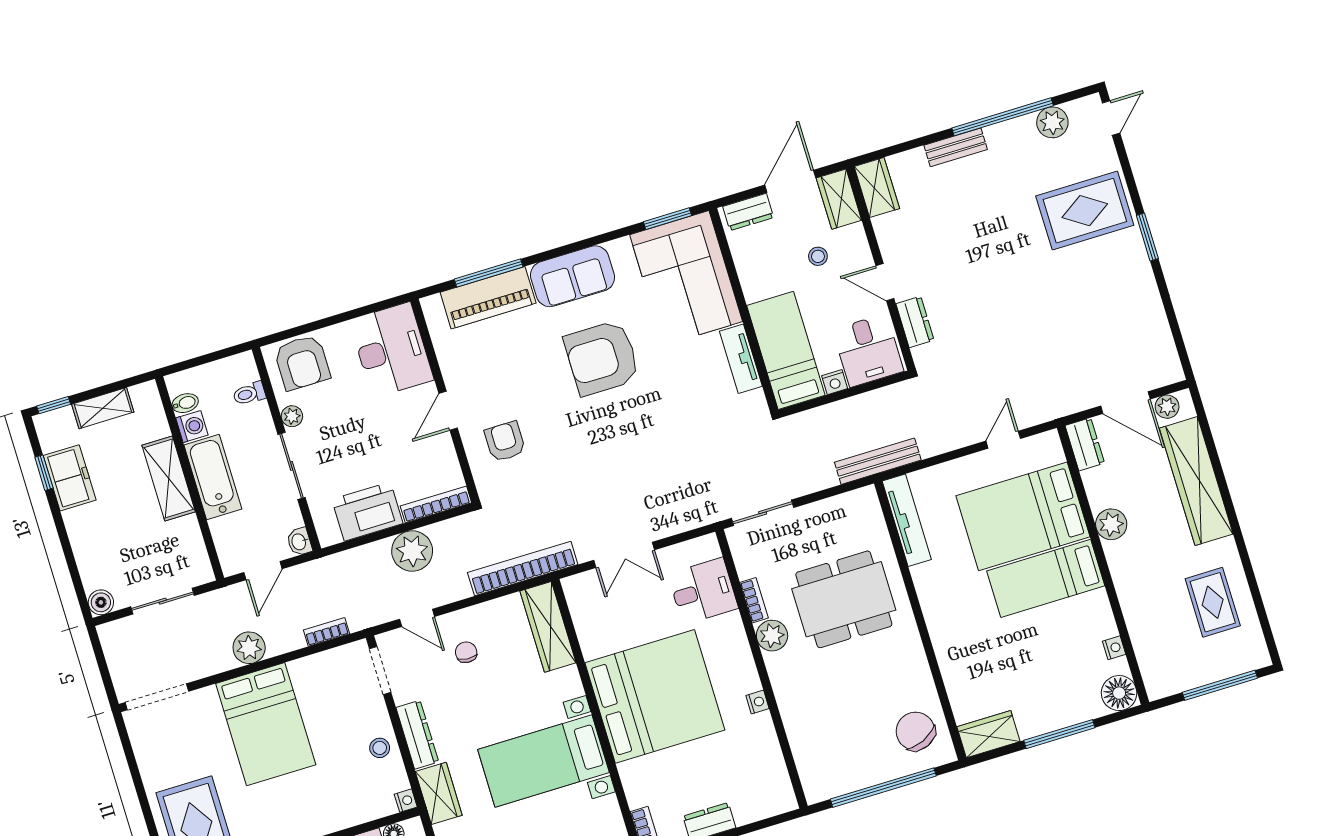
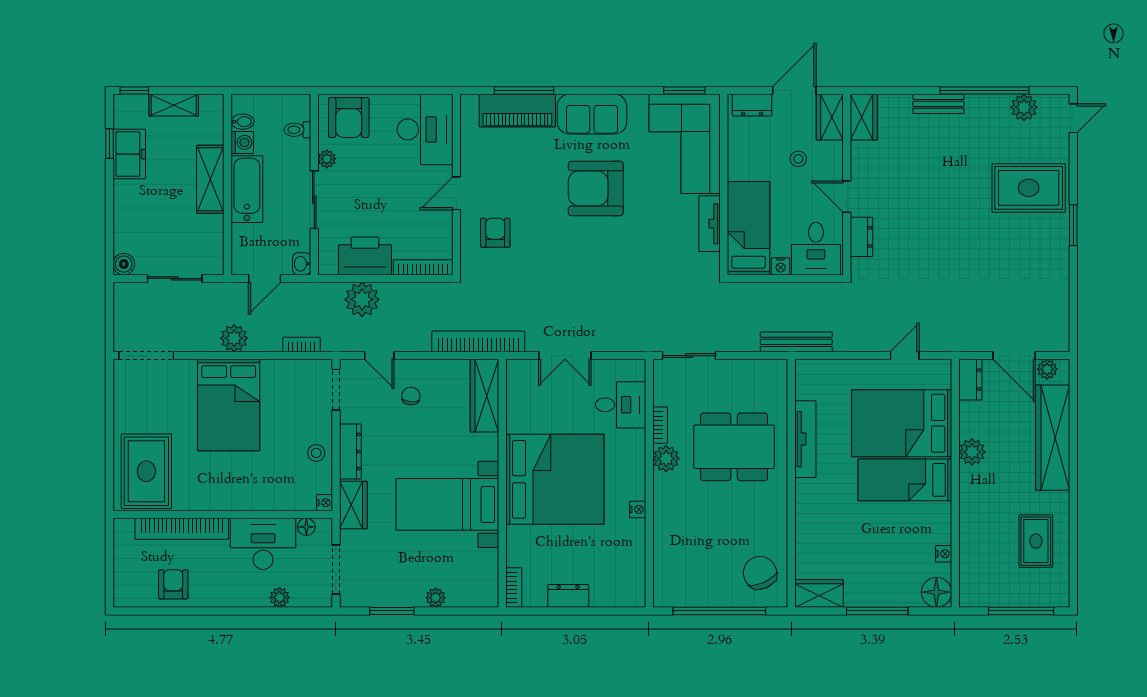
tv unit: (907, 520) -> (805, 439), moved
plant: (412, 551) -> (362, 299), moved

